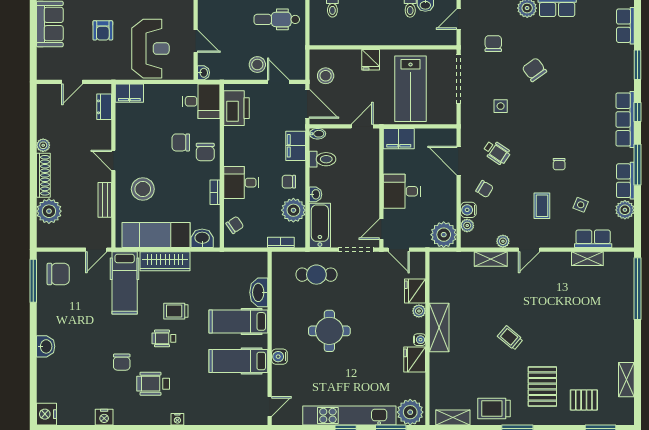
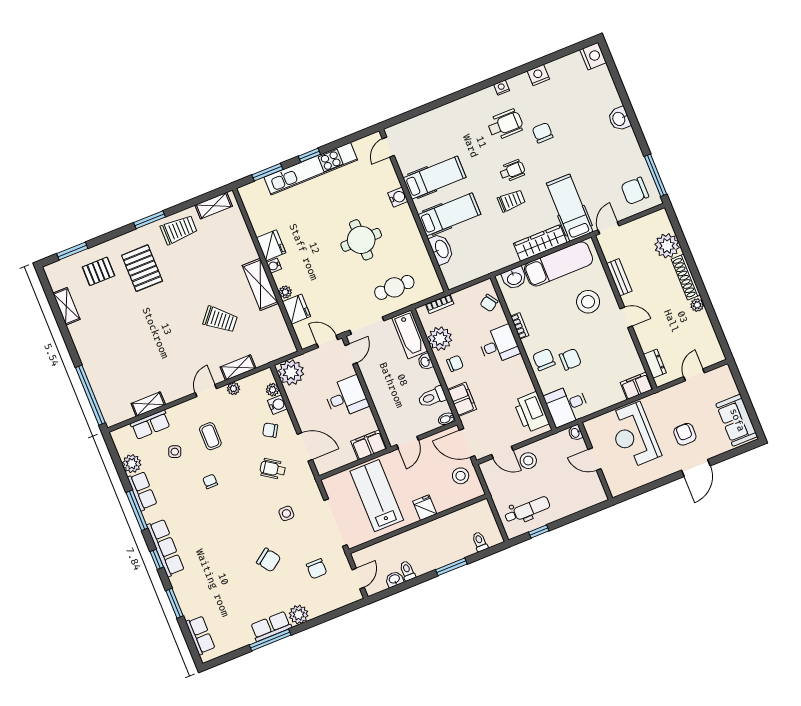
trolley: (510, 338) -> (220, 319), moved, width x1.36, depth x1.39
plant: (410, 412) -> (255, 195), removed
nightstand: (177, 419) -> (502, 87), moved

